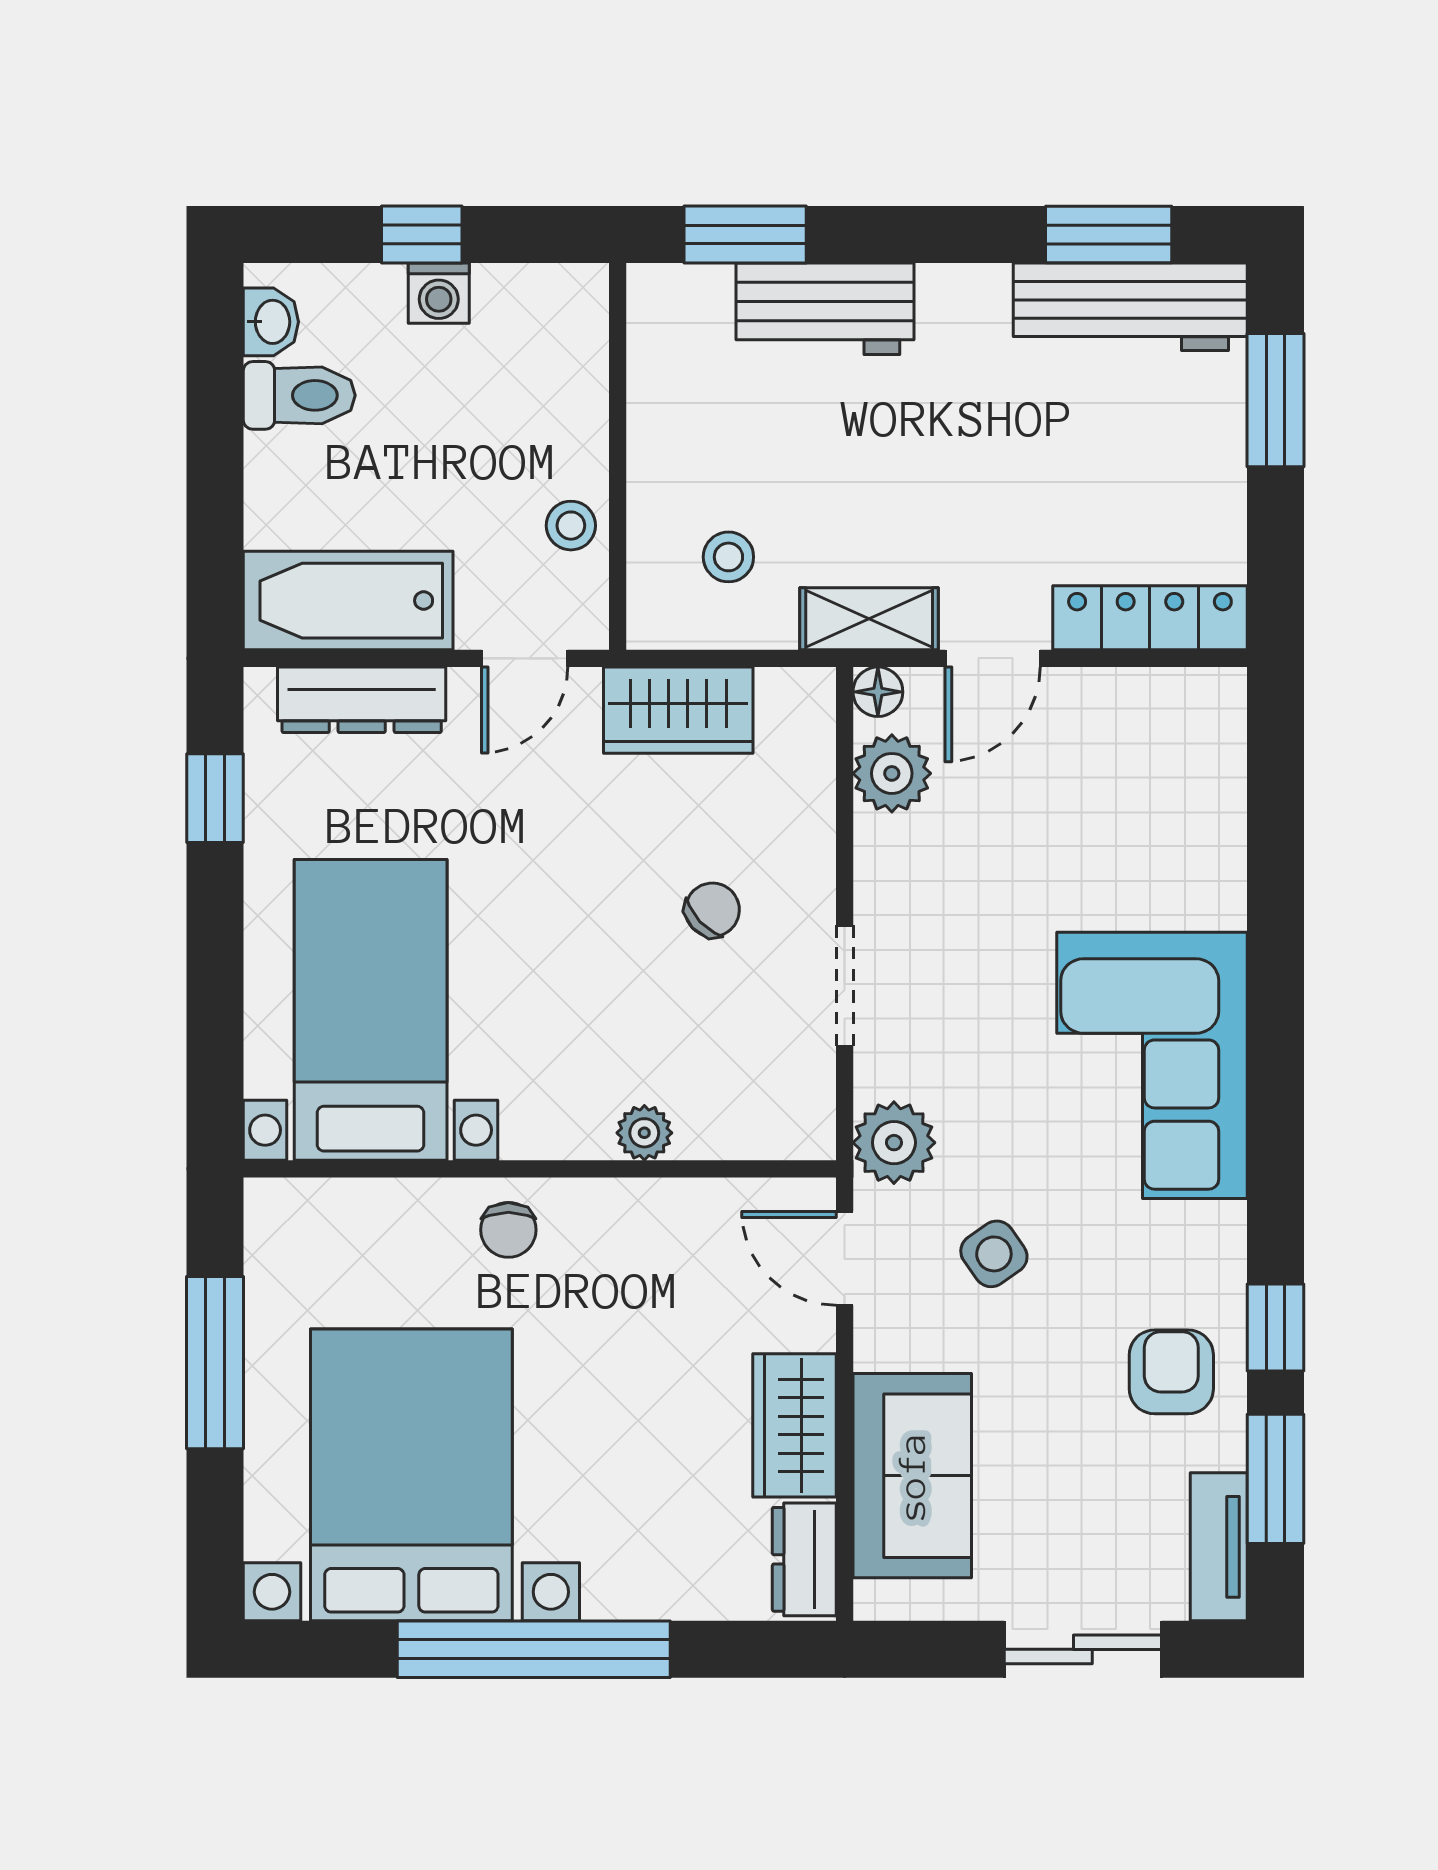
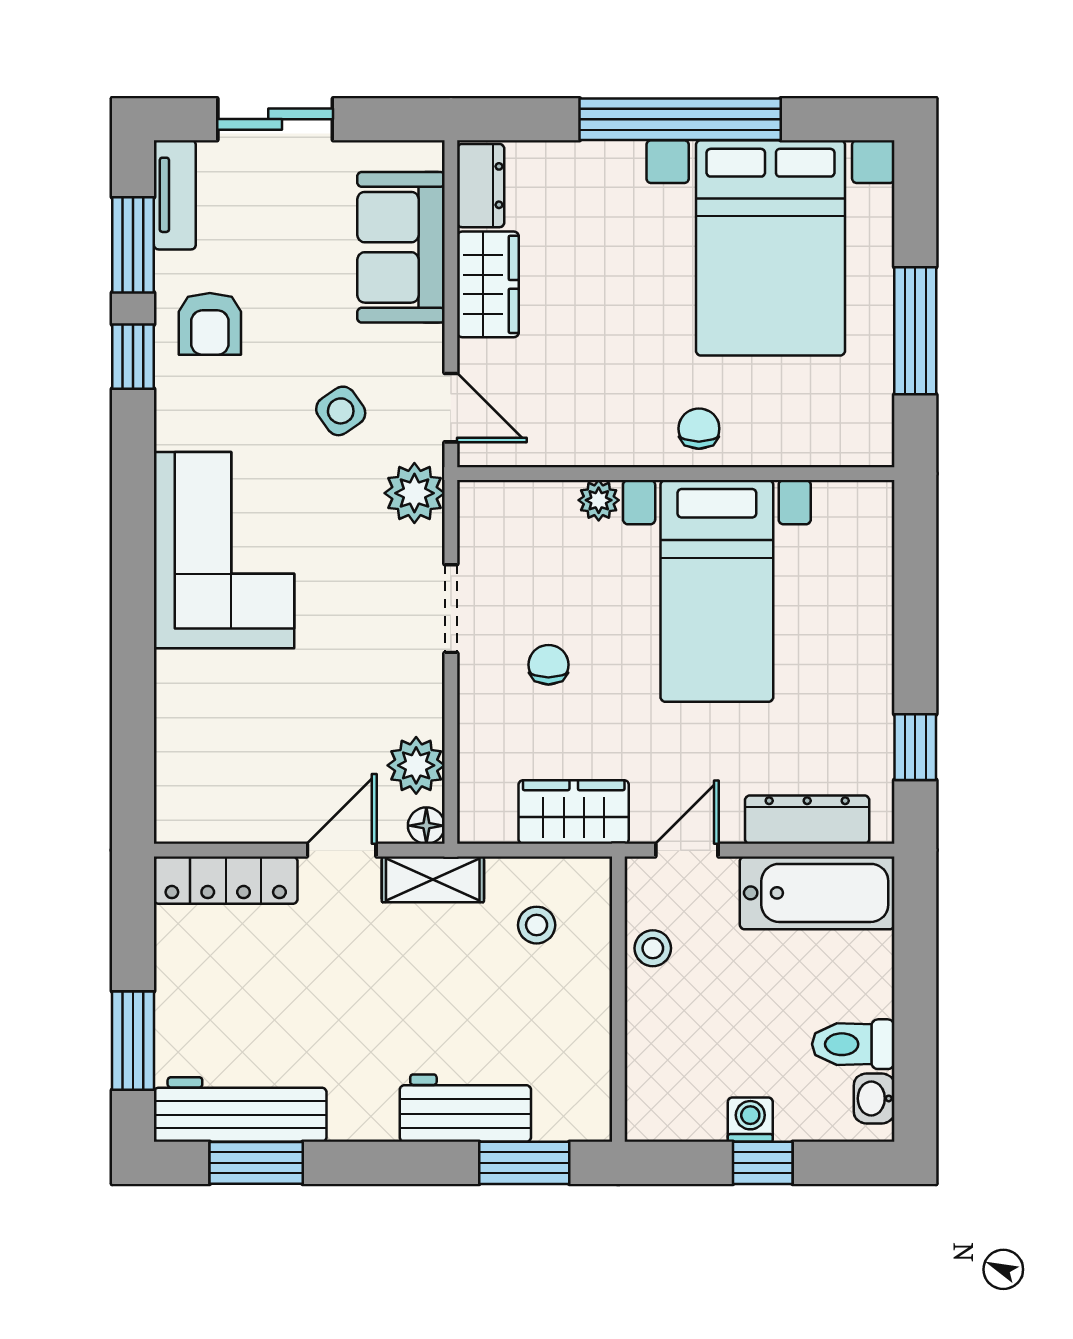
chair: (712, 910) -> (548, 665), turned 133
bed with nightstands: (371, 1010) -> (717, 591), moved

